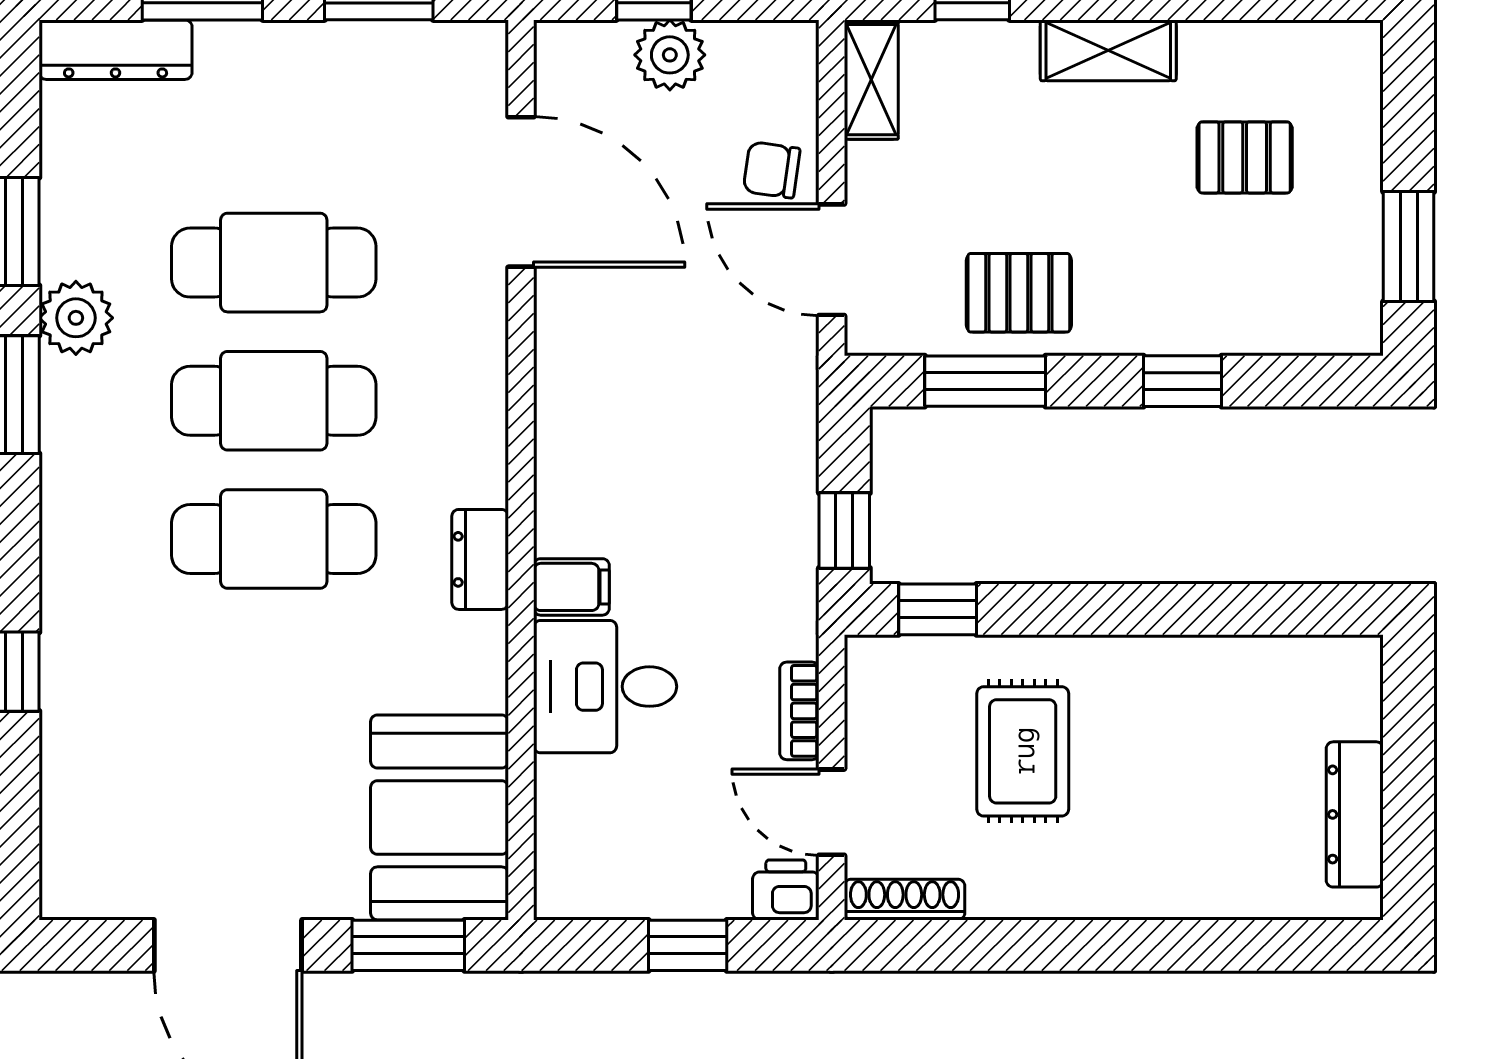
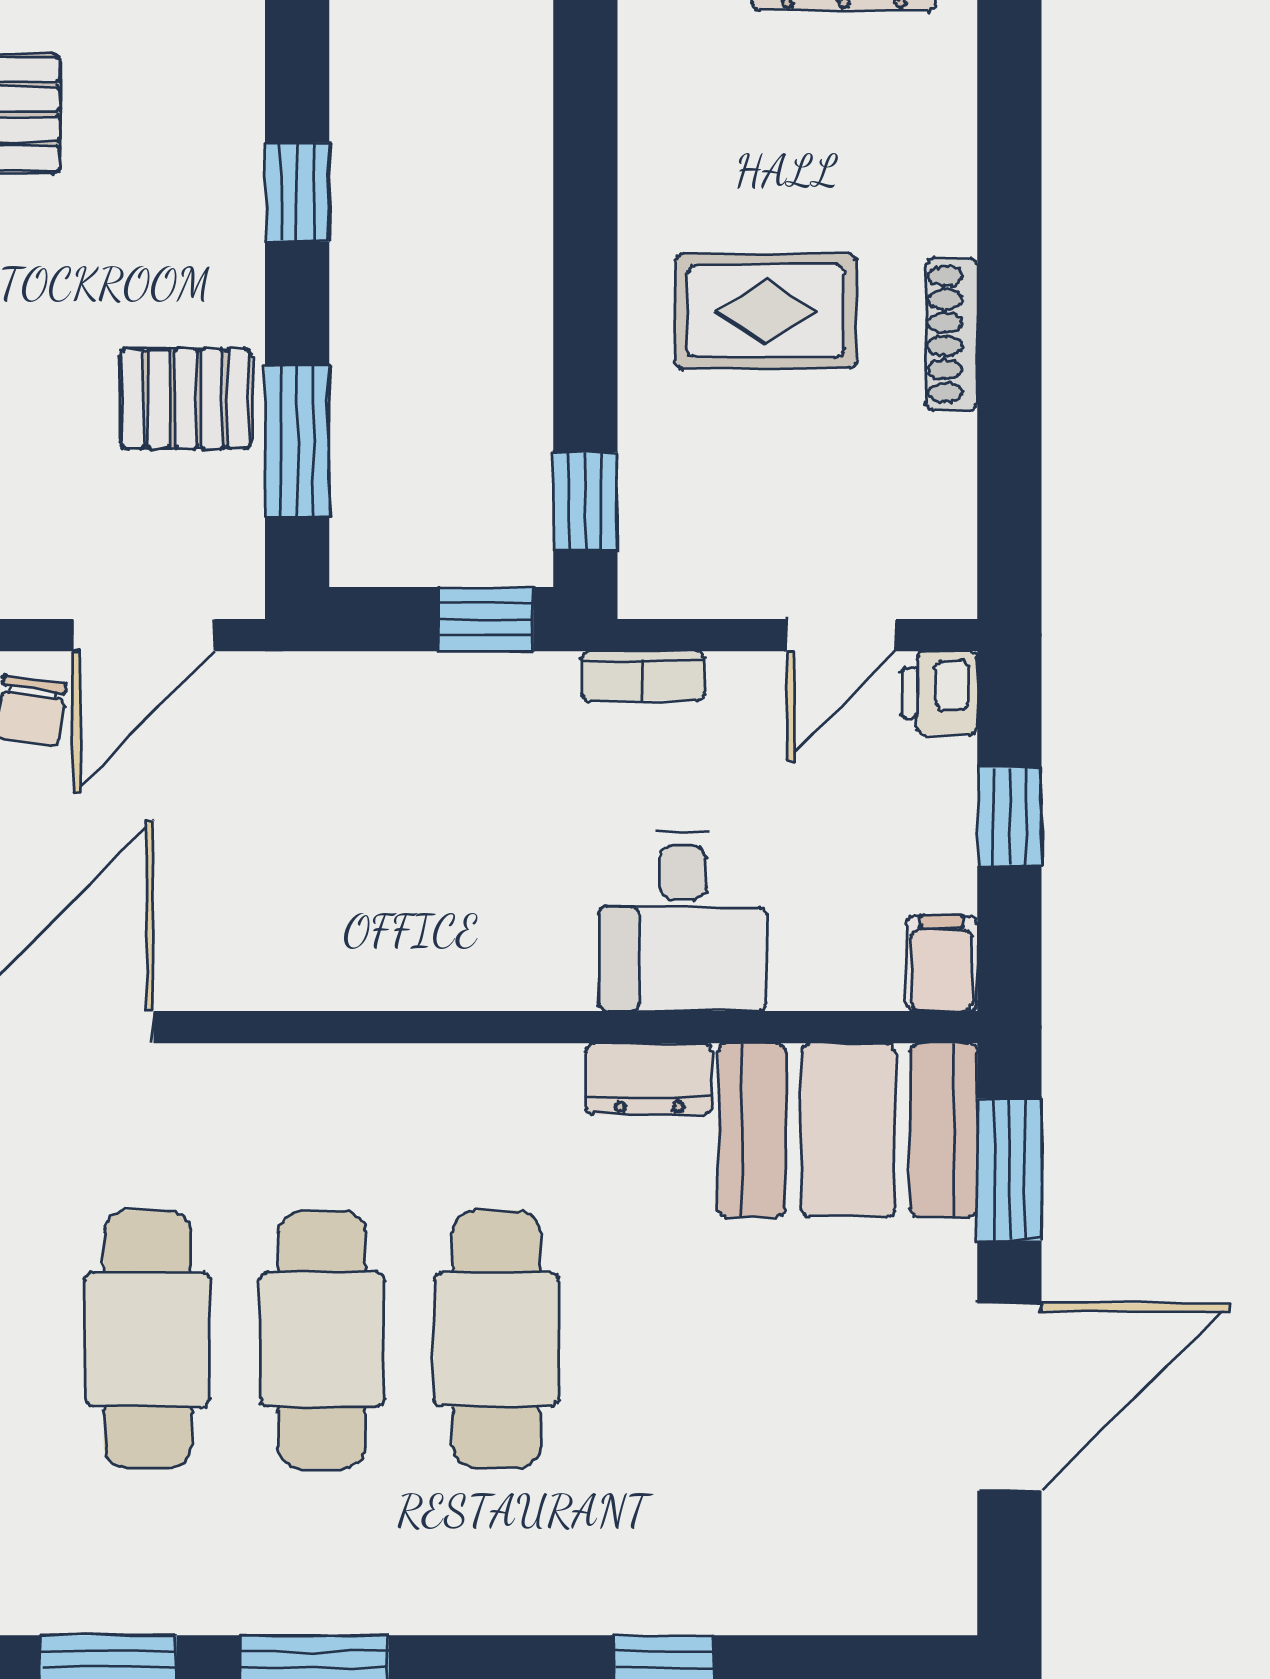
pallet: (1019, 293) -> (186, 399), turned 90
plant: (76, 318) -> (217, 1589), removed
dresser: (480, 559) -> (649, 1079), moved
filing cabinet: (571, 587) -> (942, 964), moved
bookcase: (799, 711) -> (643, 676), moved
rug: (1023, 751) -> (766, 311), moved
shoe rack: (905, 900) -> (952, 334), moved

